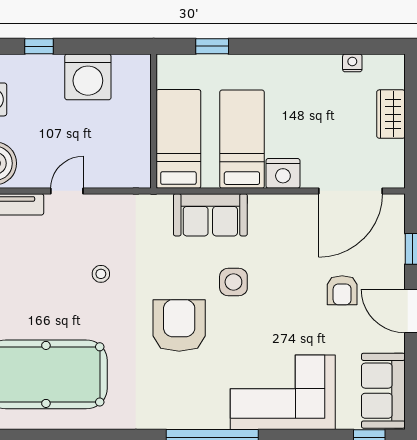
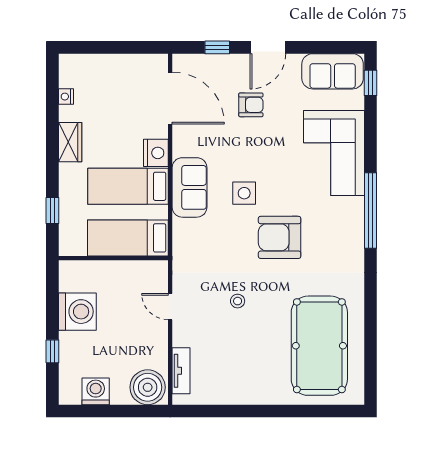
wardrobe: (391, 114) -> (70, 142), moved, turned -90
door: (67, 191) -> (170, 307), moved
sofa: (210, 215) -> (190, 187), moved

